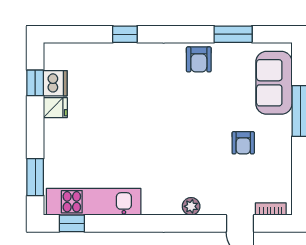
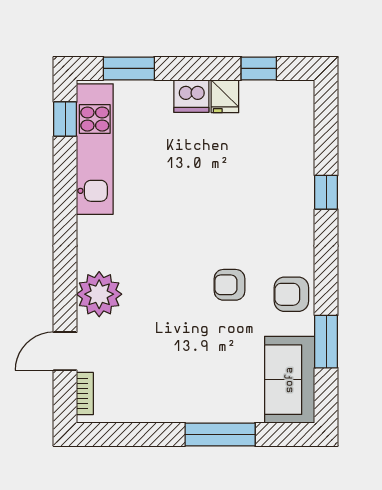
dishwasher: (55, 83) -> (191, 96), moved
sofa: (274, 83) -> (290, 380), moved, turned -90
armchair: (243, 143) -> (229, 285), moved
plant: (191, 206) -> (99, 294), width x1.87, depth x1.87

